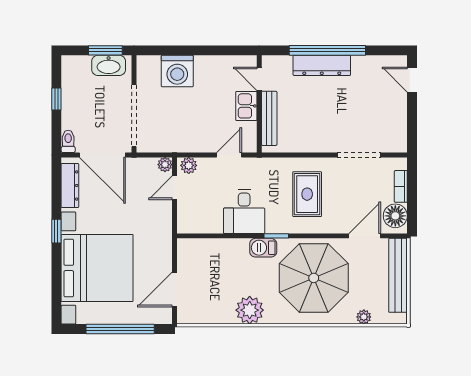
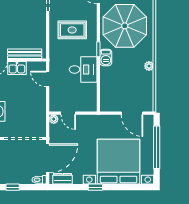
plant: (189, 165) -> (54, 104), removed
dresser: (70, 185) -> (63, 179), width x0.70
plant: (250, 310) -> (149, 66), width x0.53, depth x0.53

